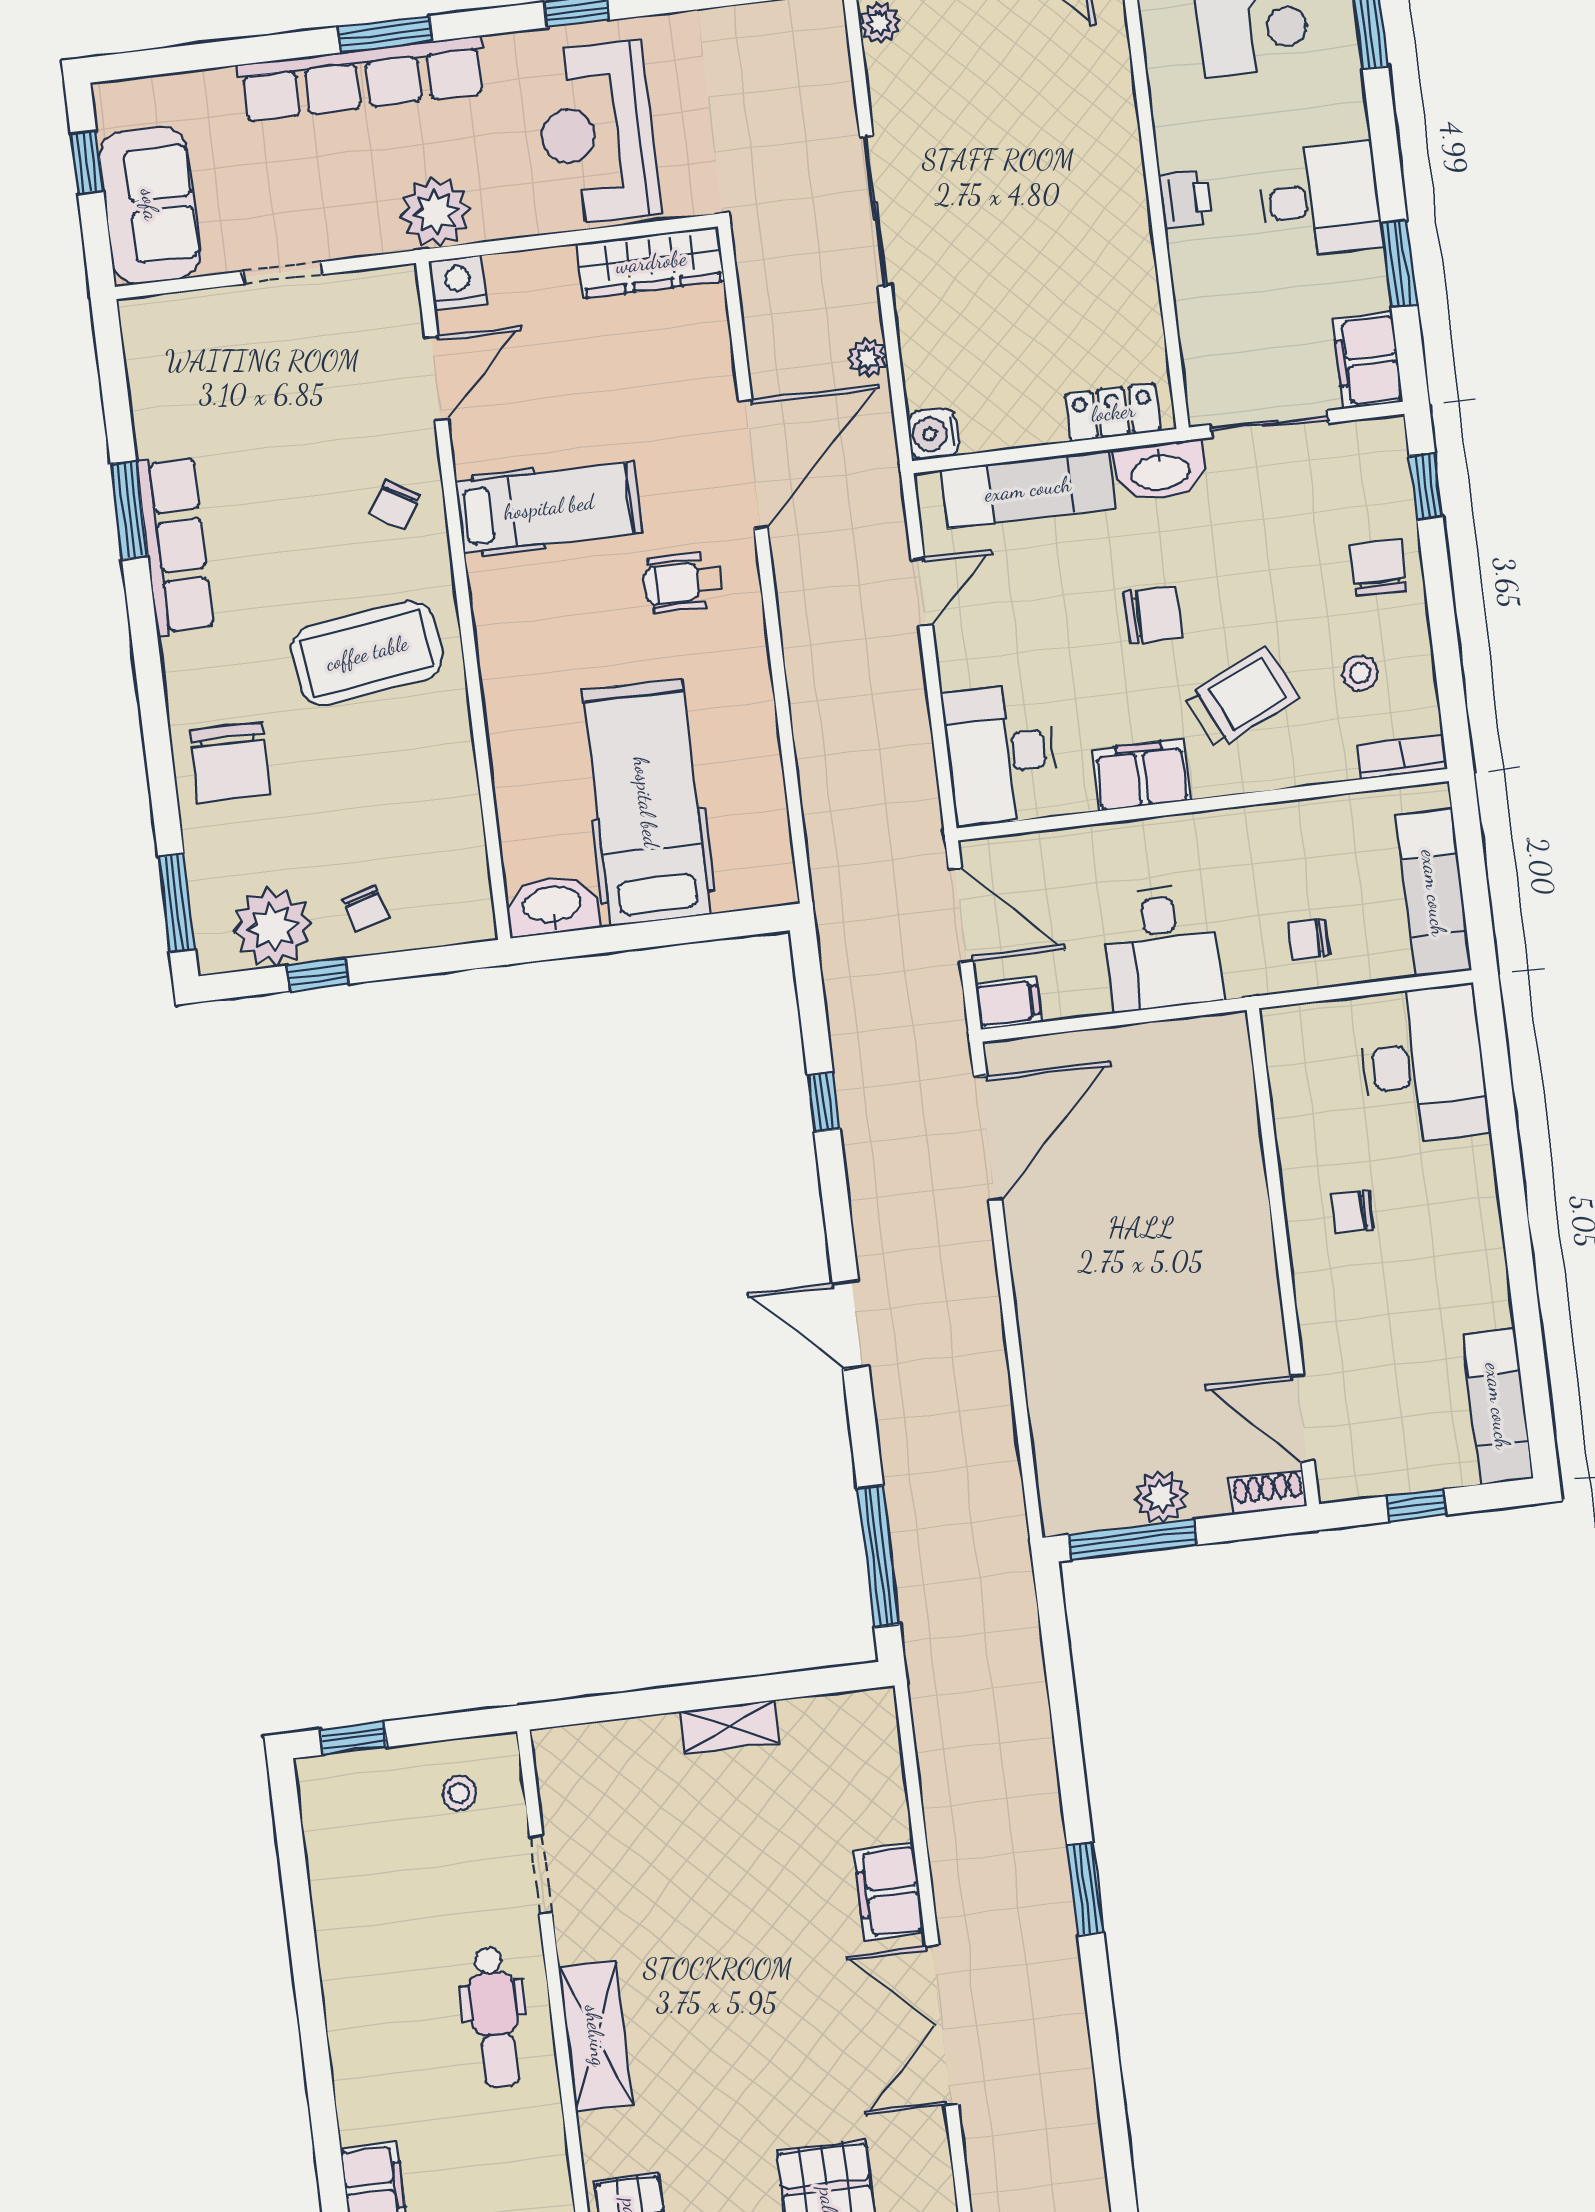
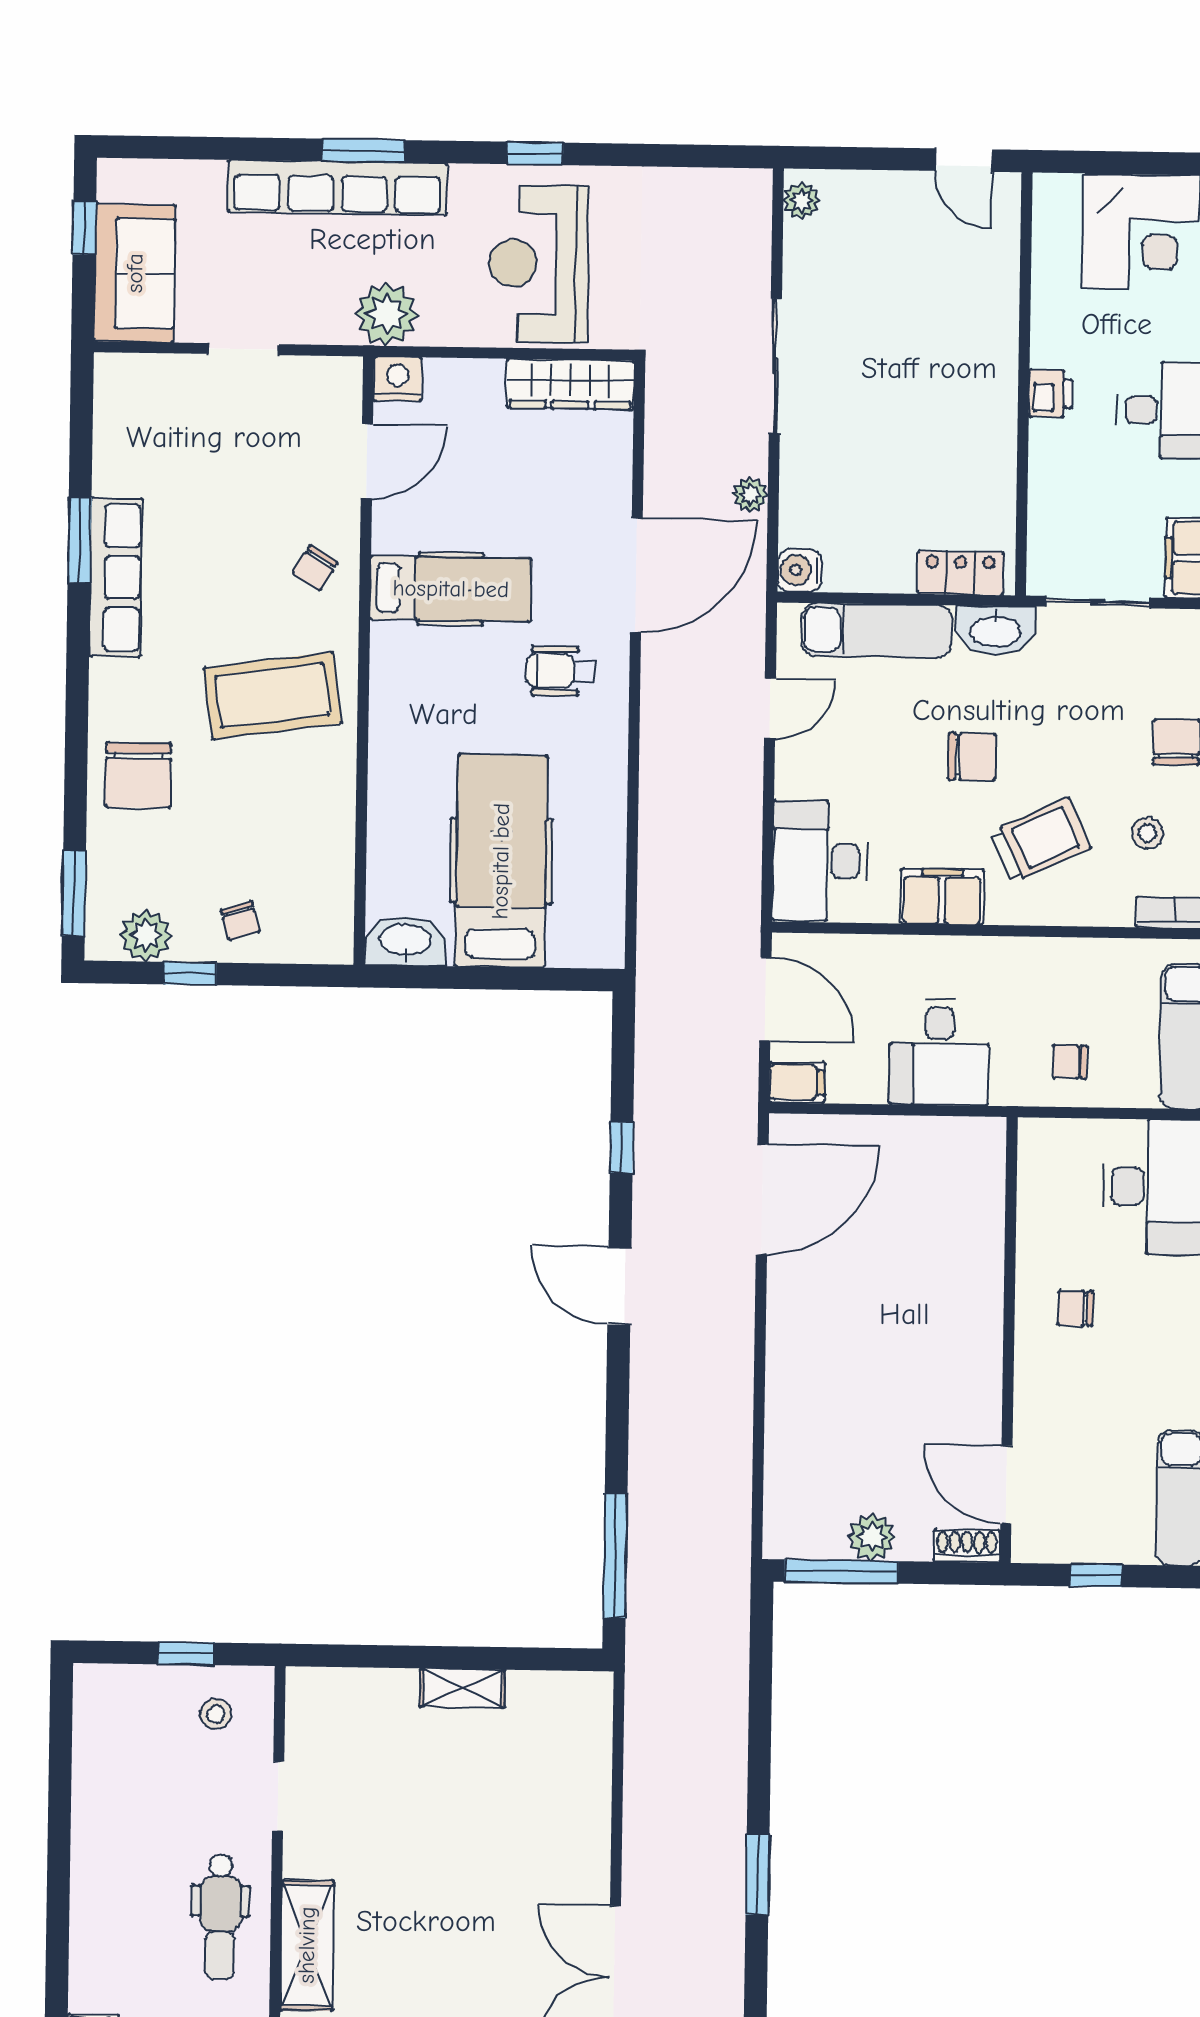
plant: (272, 927) -> (146, 935), width x0.73, depth x0.73
door: (851, 1325) -> (619, 1286), moved
window: (354, 1738) -> (186, 1653), moved
filing cabinet: (889, 1892) -> (584, 1853), removed

